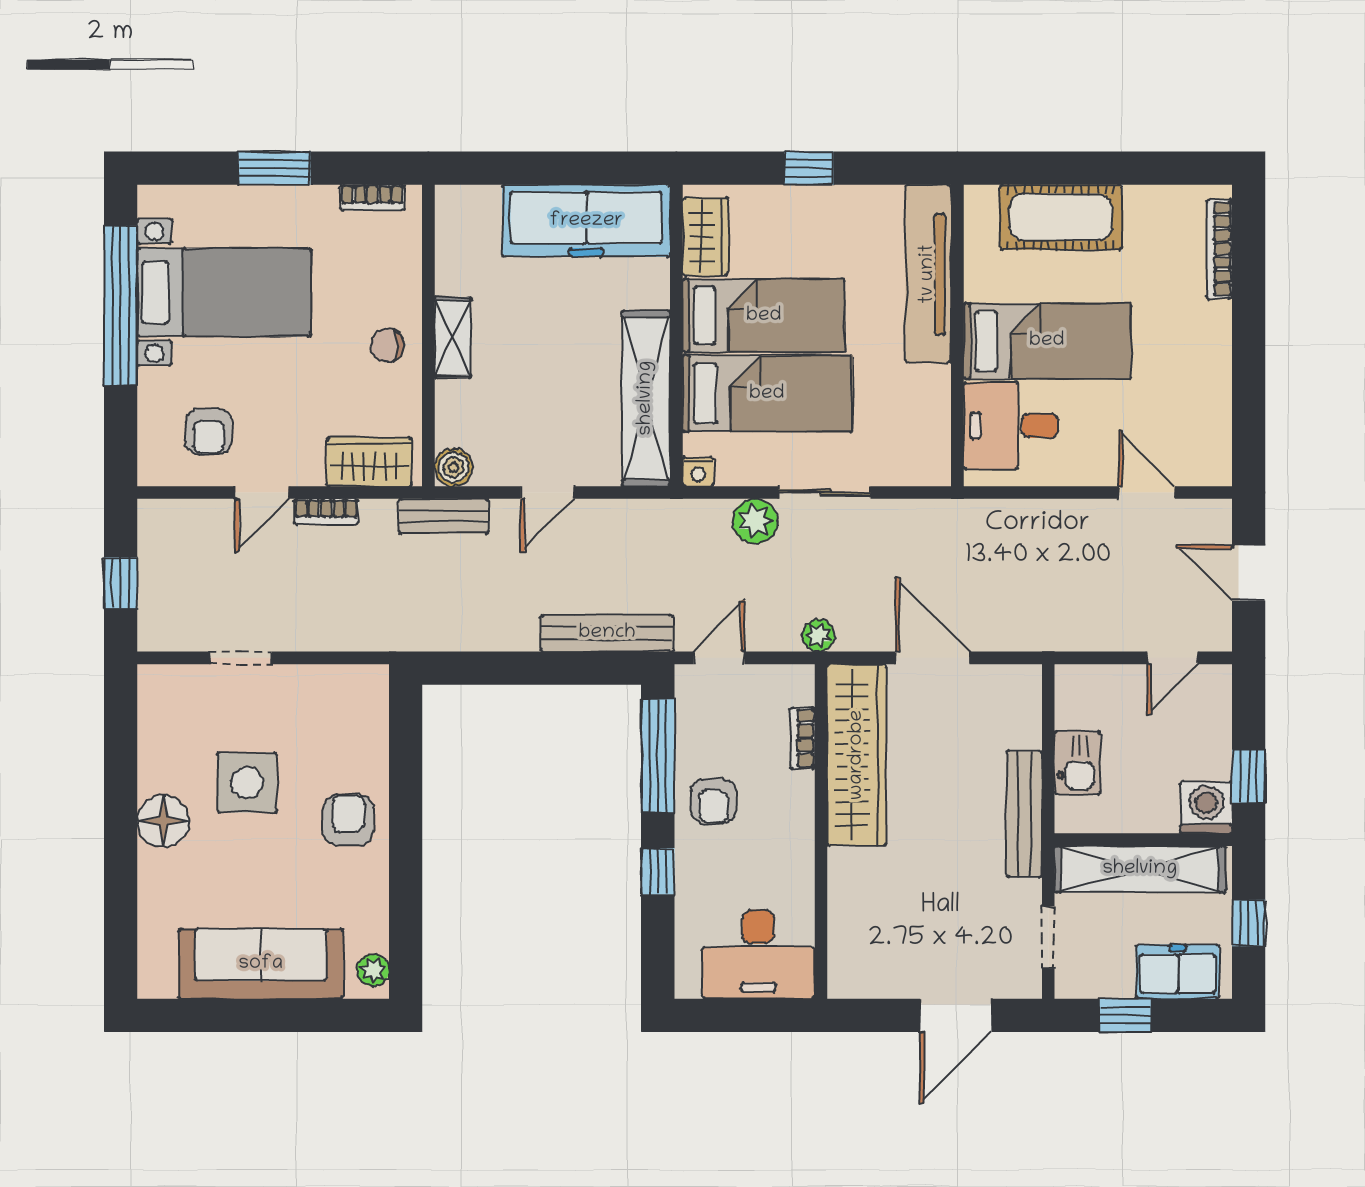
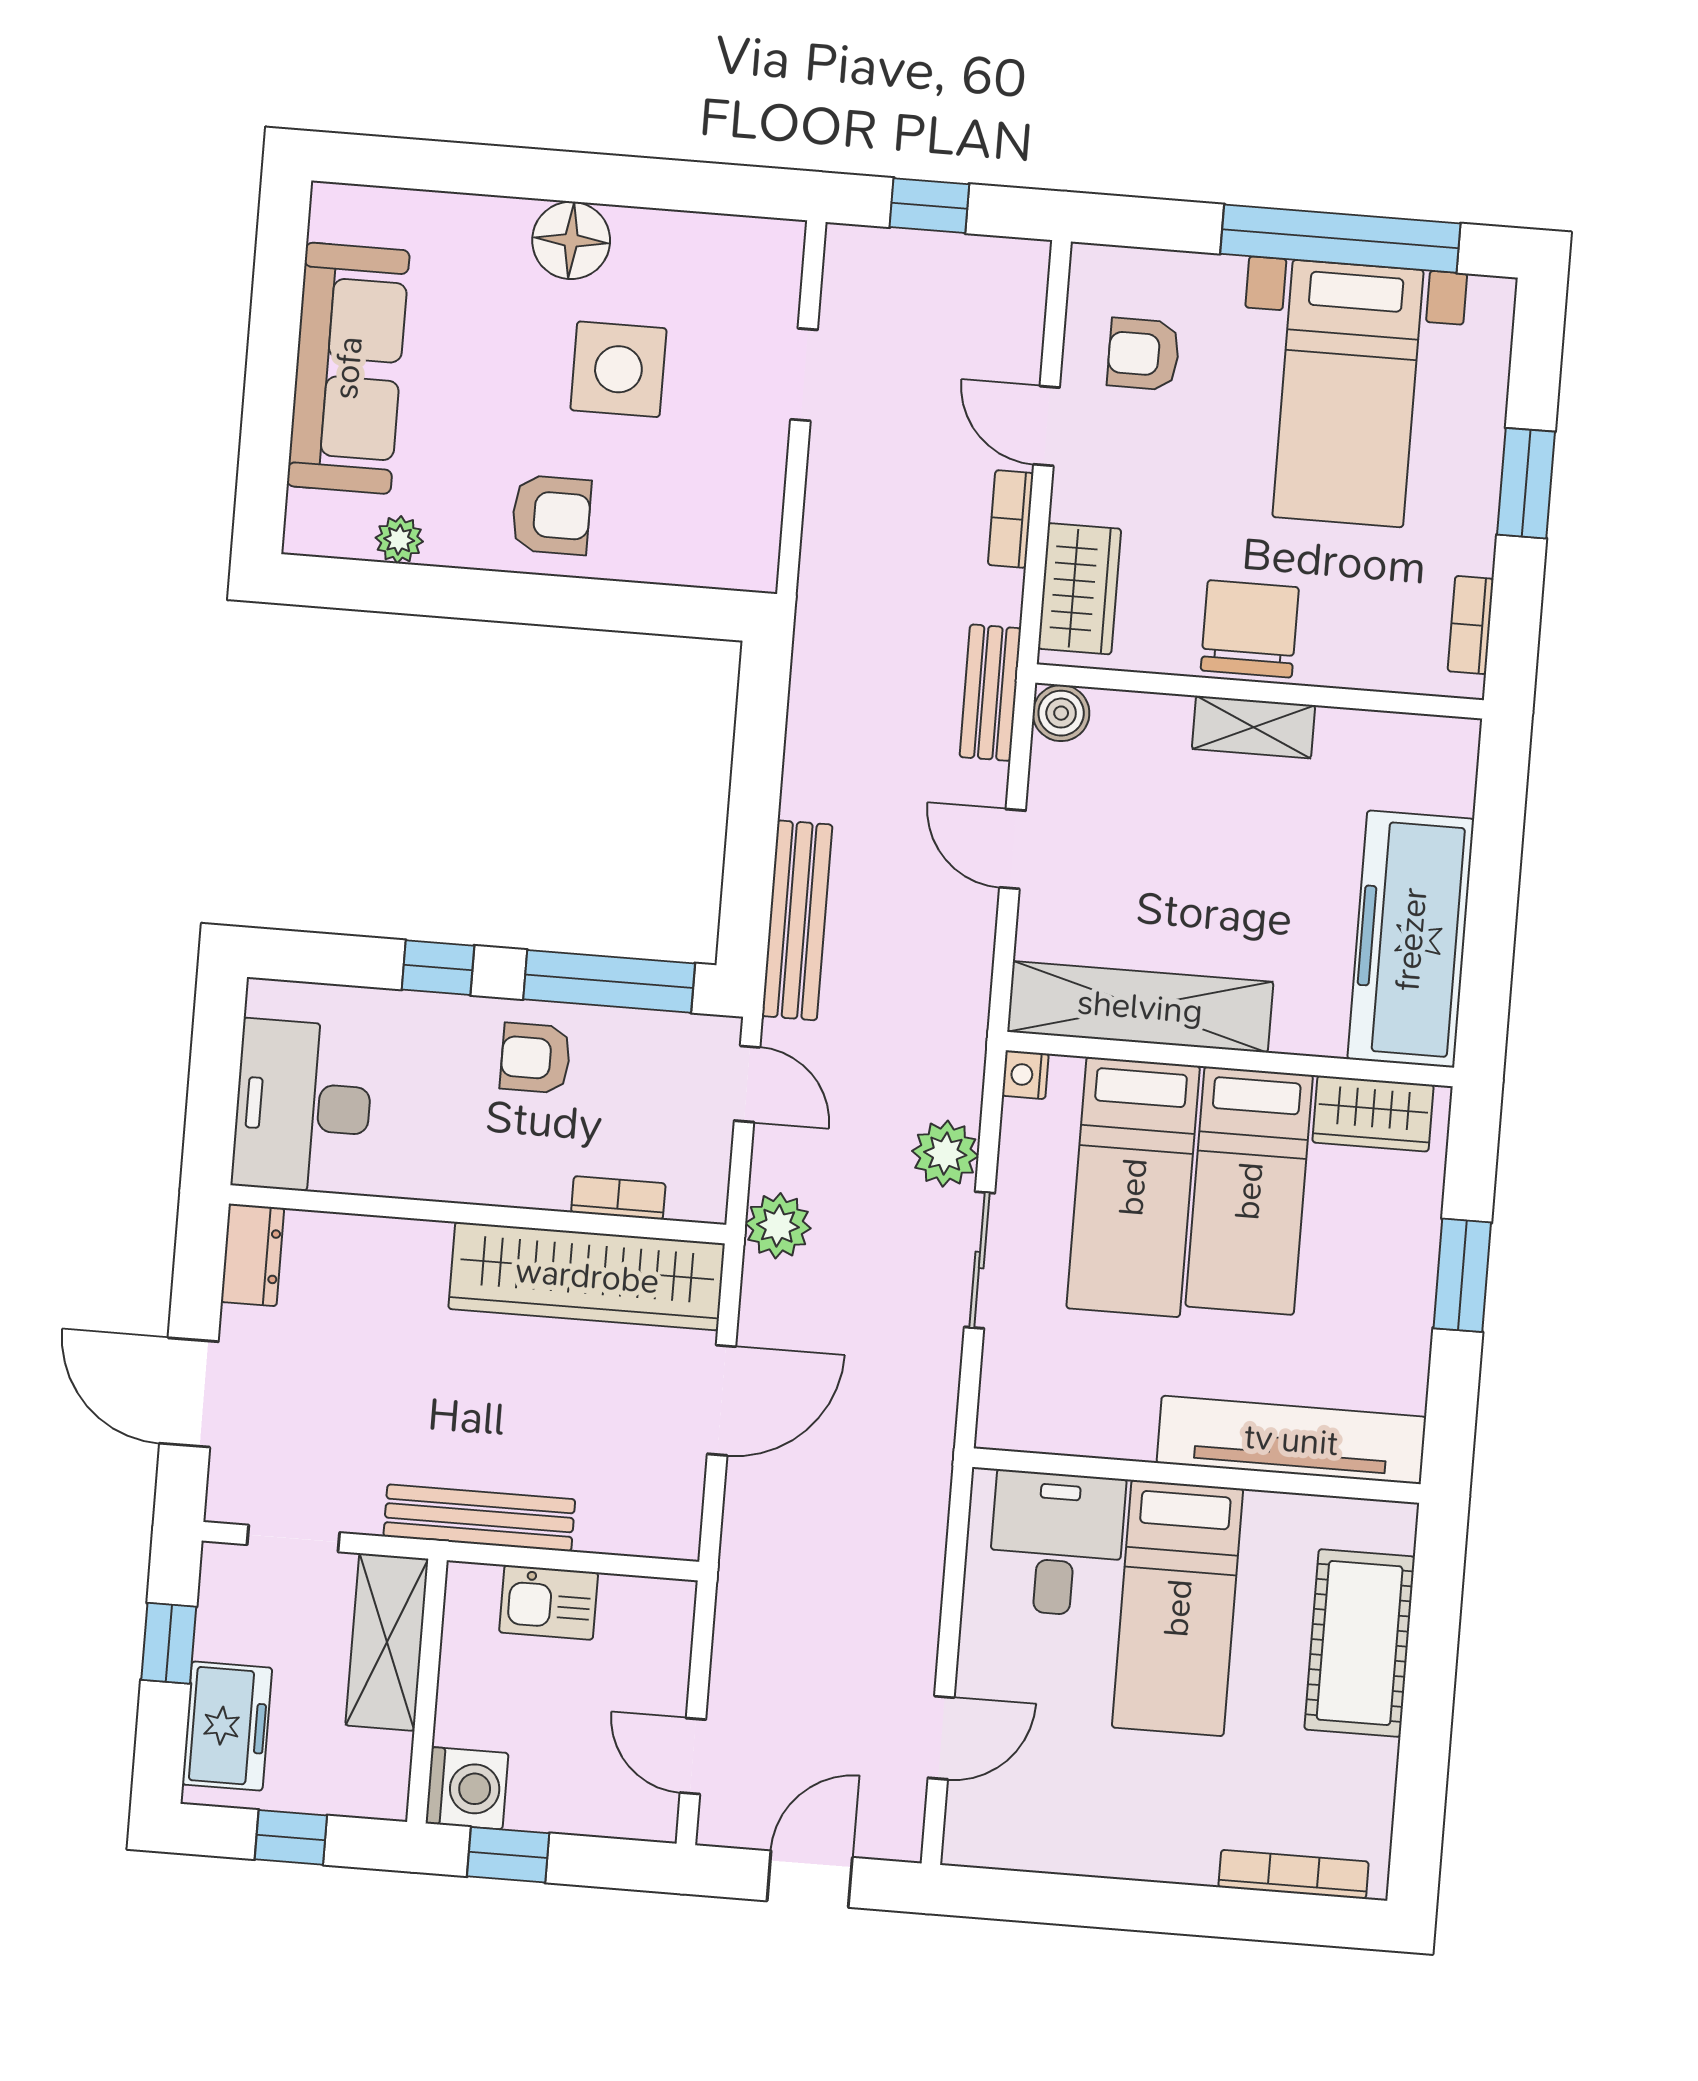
window: (809, 168) -> (1462, 1275), width x1.50
chair: (387, 345) -> (1250, 629), width x1.87, depth x1.87
plant: (819, 635) -> (778, 1226), width x1.38, depth x1.38
shelving: (1140, 869) -> (387, 1642), width x0.68
plant: (373, 970) -> (399, 540), moved
dresser: (860, 980) -> (253, 1255), added

